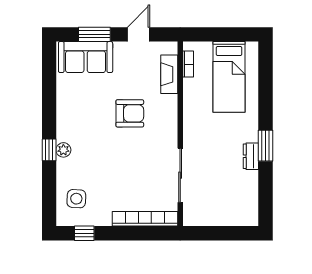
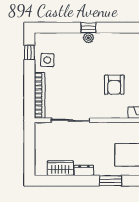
window: (265, 146) -> (110, 181), moved
wardrobe: (248, 190) -> (60, 168), added
side table: (76, 199) -> (47, 60), moved

